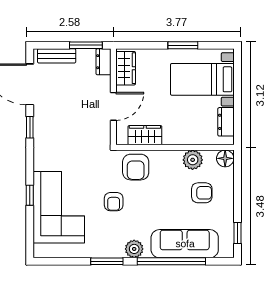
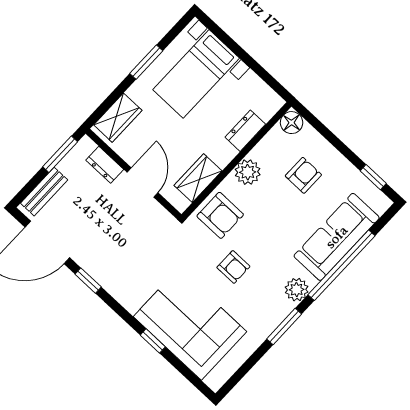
dresser: (103, 62) -> (105, 165), moved
wardrobe: (126, 68) -> (118, 118), moved, turned 90
dresser: (226, 122) -> (245, 131), moved, turned 90
plant: (193, 160) -> (248, 172), moved

